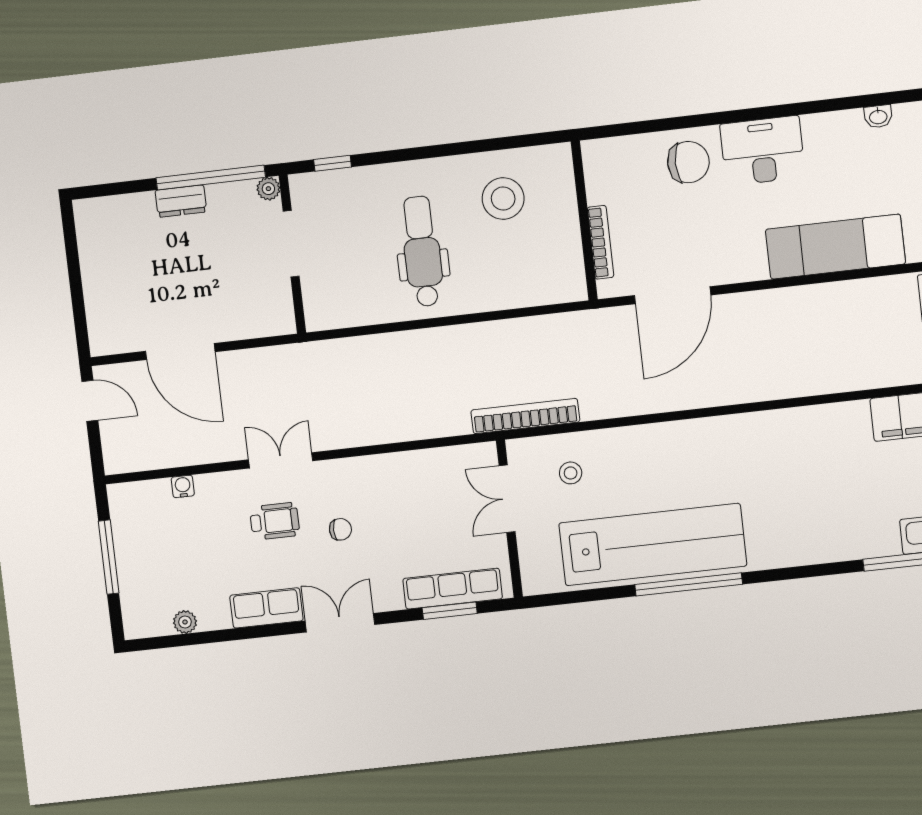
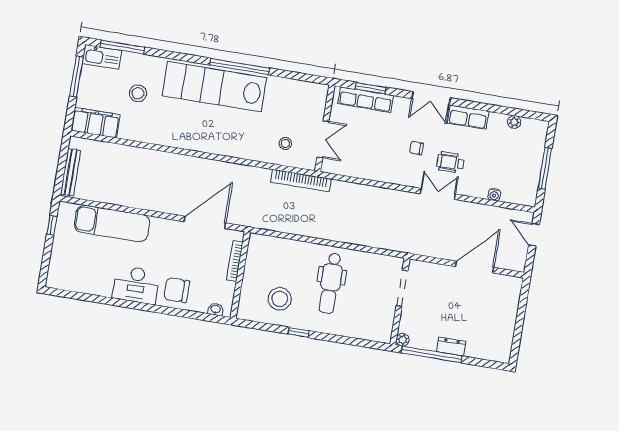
washbasin: (878, 116) -> (216, 309), moved
window: (333, 163) -> (299, 332), moved
doorway: (291, 244) -> (402, 288), moved
door: (180, 352) -> (475, 267), hinge flipped
door: (90, 401) -> (534, 235), moved
double door: (281, 460) -> (438, 194), swing flipped
stool: (854, 488) -> (138, 93), added
lab bench: (653, 544) -> (214, 87), moved

